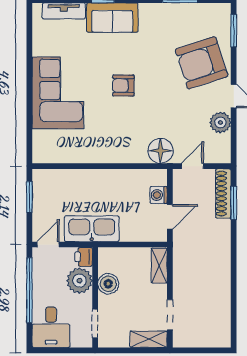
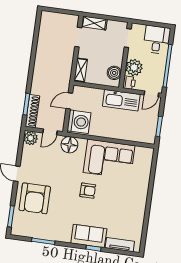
armchair: (202, 63) -> (35, 198), turned 108
corner sofa: (58, 93) -> (109, 159), moved, turned -90
plant: (220, 122) -> (31, 138), moved
washing machine: (159, 195) -> (79, 122), width x1.89, depth x1.89
boiler: (108, 284) -> (114, 73), moved

